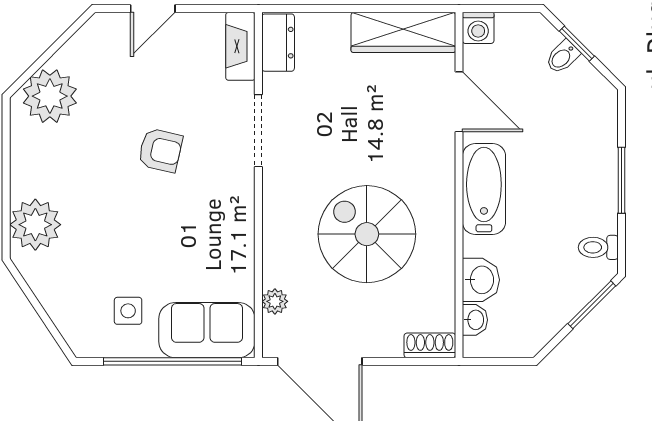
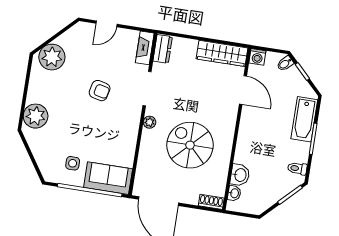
bidet: (562, 57) -> (285, 64), moved
bathtub: (484, 189) -> (304, 119), moved, turned 180
plant: (275, 301) -> (150, 122), moved

